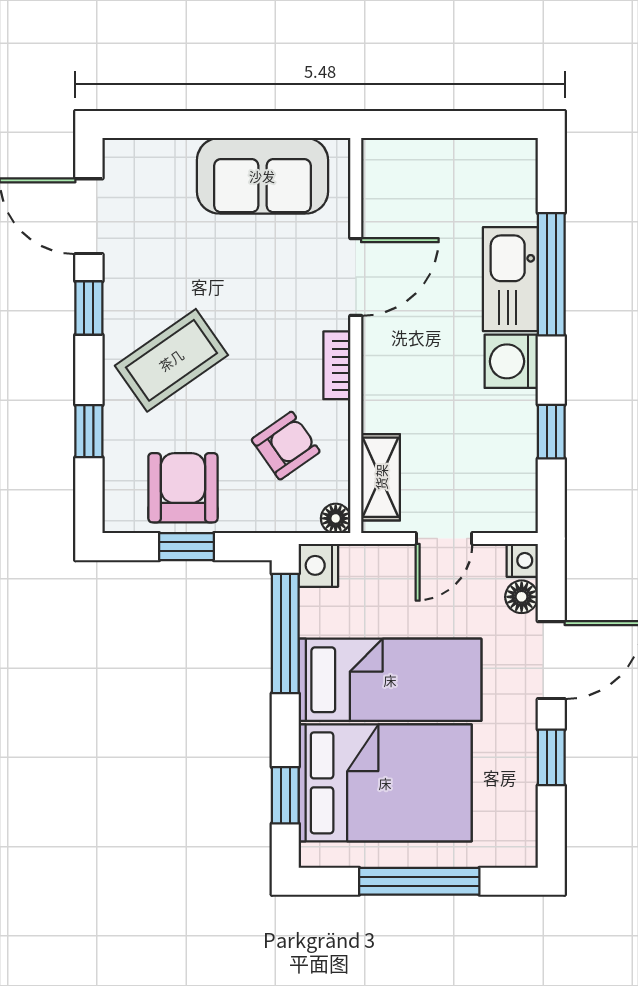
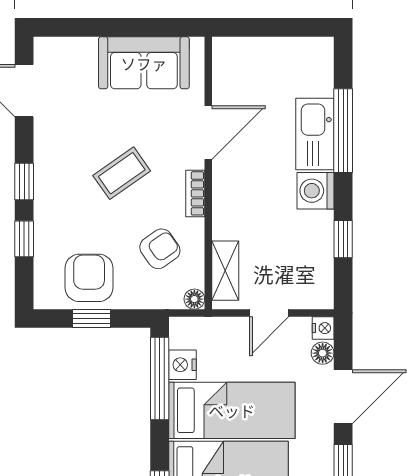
window: (89, 308) -> (24, 182), moved
coffee table: (171, 360) -> (122, 173), moved, width x0.73, depth x0.77
nightstand: (318, 565) -> (182, 365), moved

